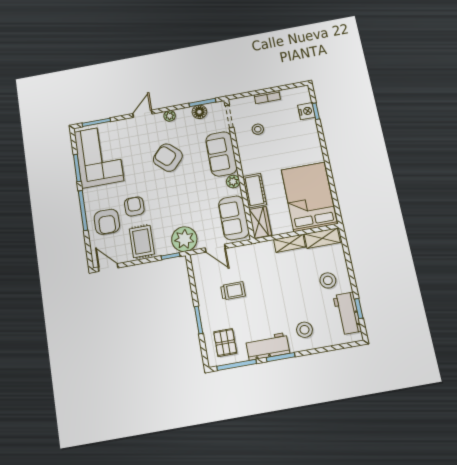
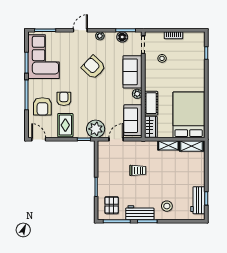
nightstand: (306, 111) -> (199, 52), removed
door: (215, 248) -> (116, 139), swing flipped
stool: (328, 280) -> (189, 176), removed
trolley: (233, 291) -> (138, 170), moved

